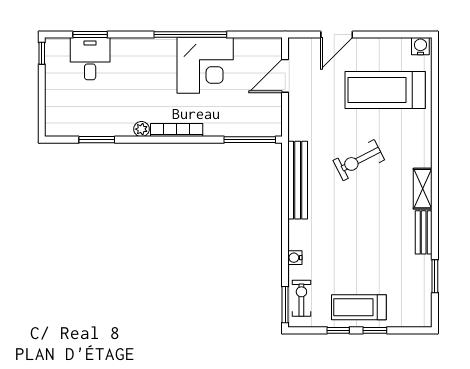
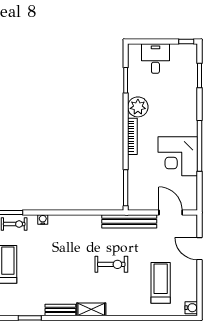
desk: (90, 59) -> (155, 59), moved, turned -90
treadmill: (385, 90) -> (161, 283), width x0.73, depth x0.73
plant: (141, 129) -> (138, 107), width x1.88, depth x1.88
exercise bike: (359, 160) -> (111, 264), turned 117
bench: (298, 180) -> (129, 221), moved

